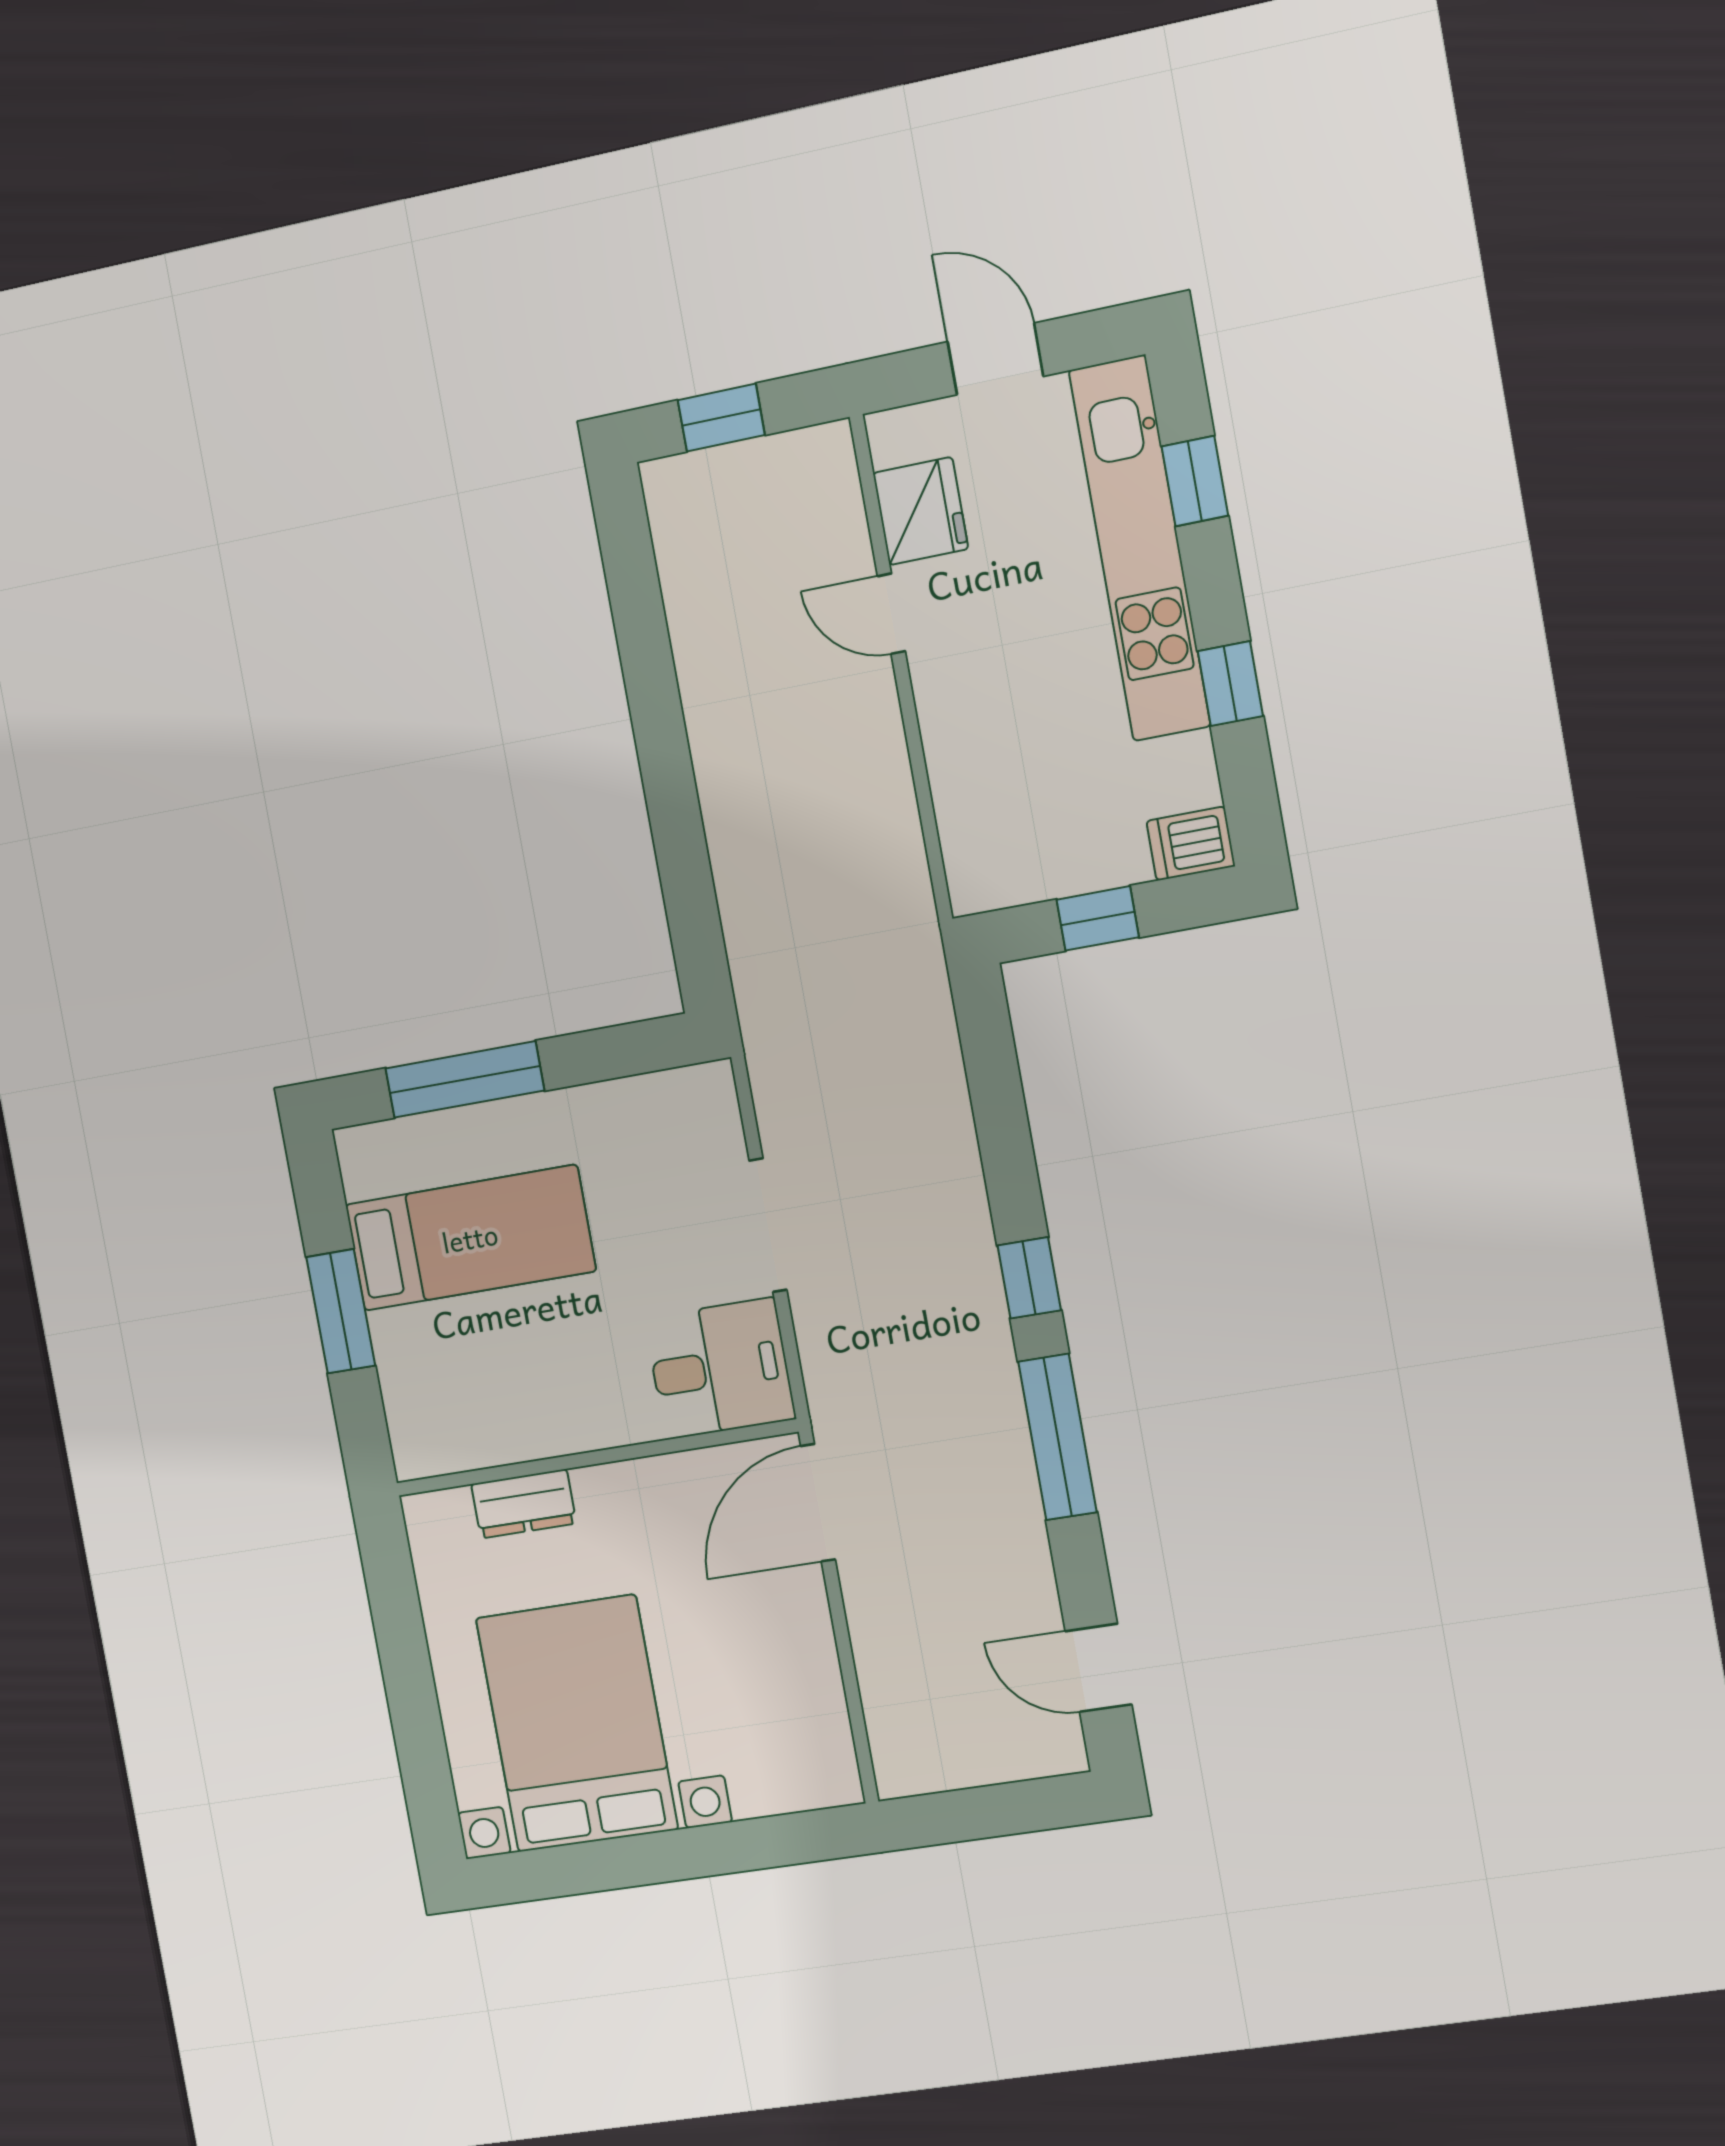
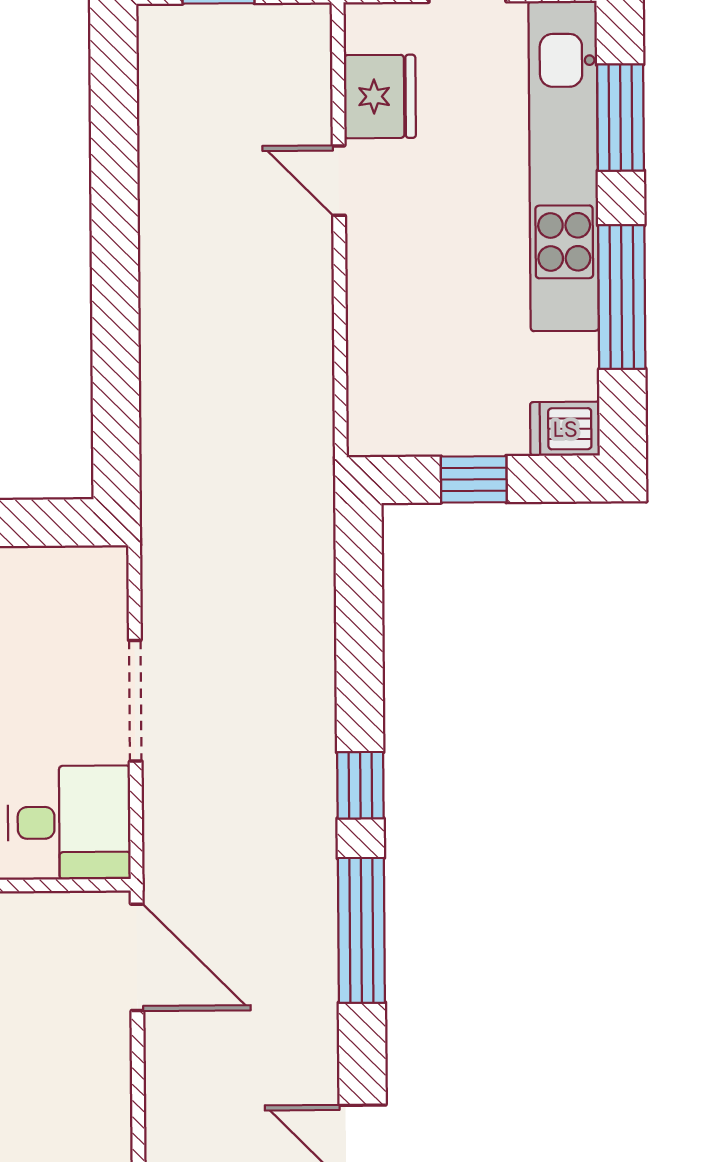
window: (1195, 481) -> (620, 118), width x1.50
window: (1230, 684) -> (622, 297), width x2.17
door: (818, 1503) -> (137, 957), swing flipped

